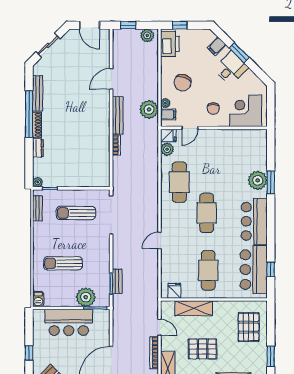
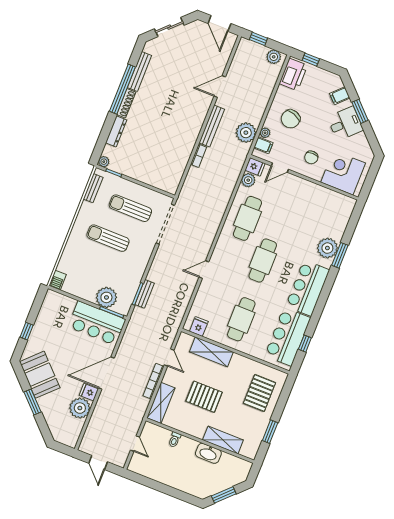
dresser: (38, 148) -> (116, 131), width x1.44
sun lounger: (63, 263) -> (108, 238), moved
bar counter: (69, 322) -> (97, 323), moved

